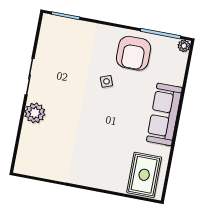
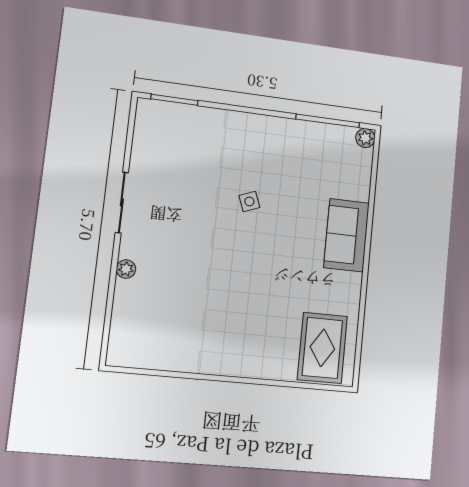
armchair: (134, 53) -> (289, 154), removed
plant: (35, 113) -> (126, 269), width x0.53, depth x0.53
sofa: (164, 114) -> (347, 235), width x0.73

